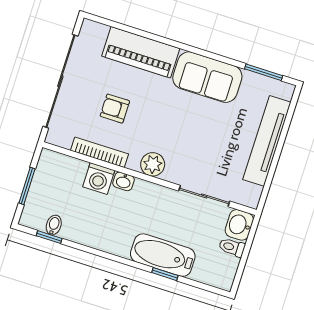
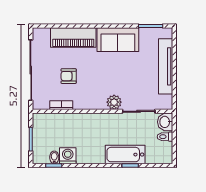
bookcase: (99, 152) -> (61, 105), width x0.64
plant: (153, 164) -> (114, 102), moved
washing machine: (99, 179) -> (68, 156), moved, turned 180
washbasin: (124, 181) -> (88, 118), removed

